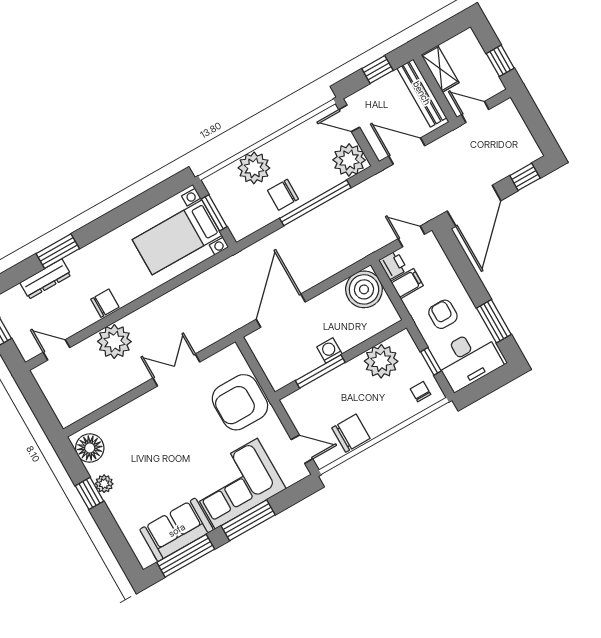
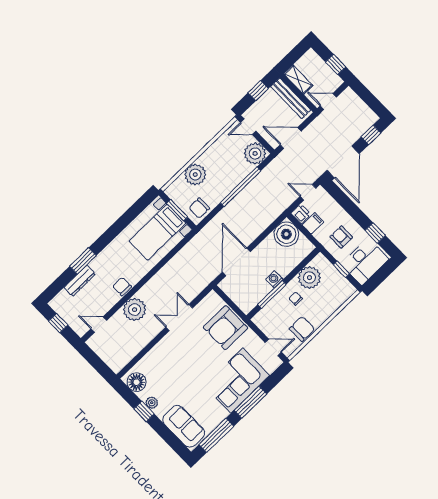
chair: (283, 195) -> (199, 208), moved
chair: (105, 303) -> (122, 286), turned -90
window: (494, 321) -> (375, 233), width x0.67
chair: (421, 392) -> (296, 299), moved
sofa: (177, 530) -> (184, 426), moved, turned 90

